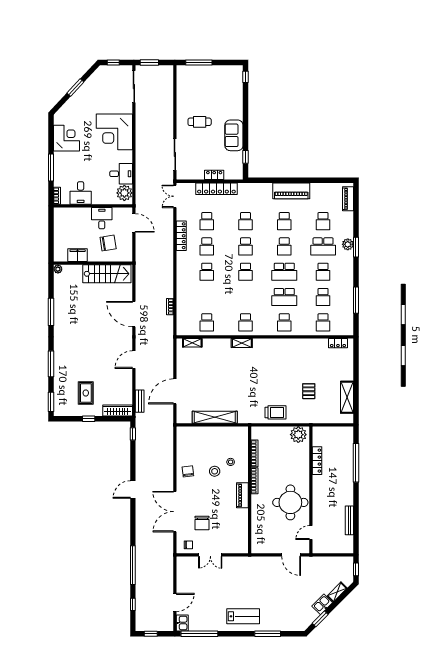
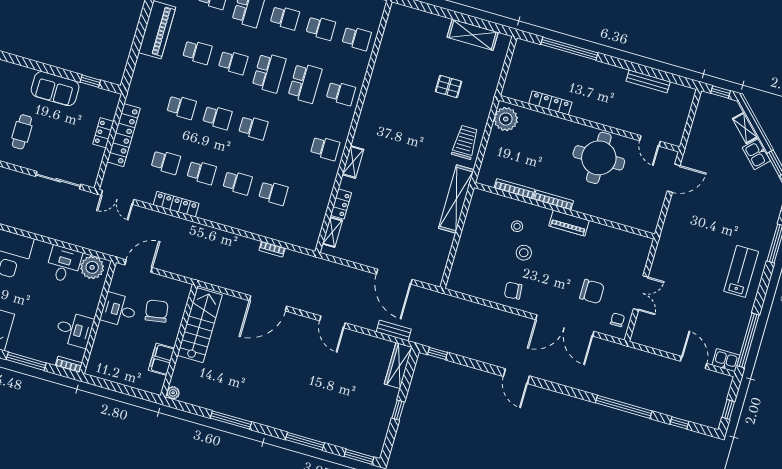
school desk: (207, 322) -> (273, 193), moved
locker: (338, 343) -> (341, 204), moved
rug: (86, 393) -> (360, 404), removed
shelving: (215, 417) -> (456, 199), moved

